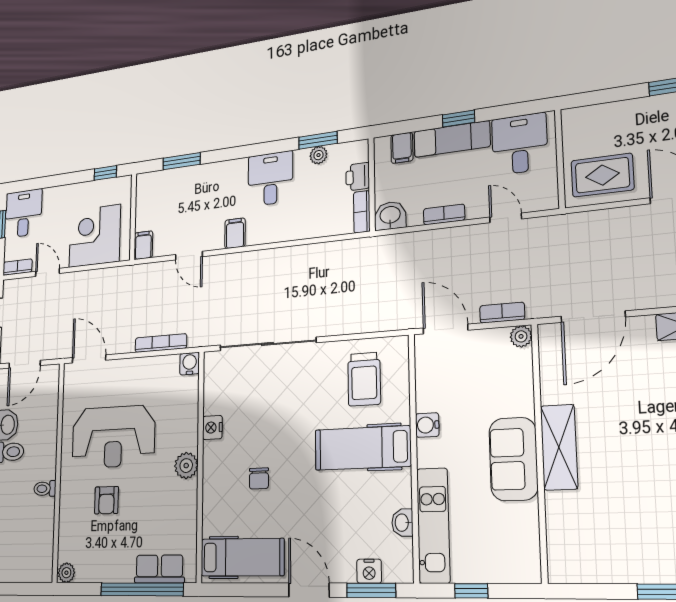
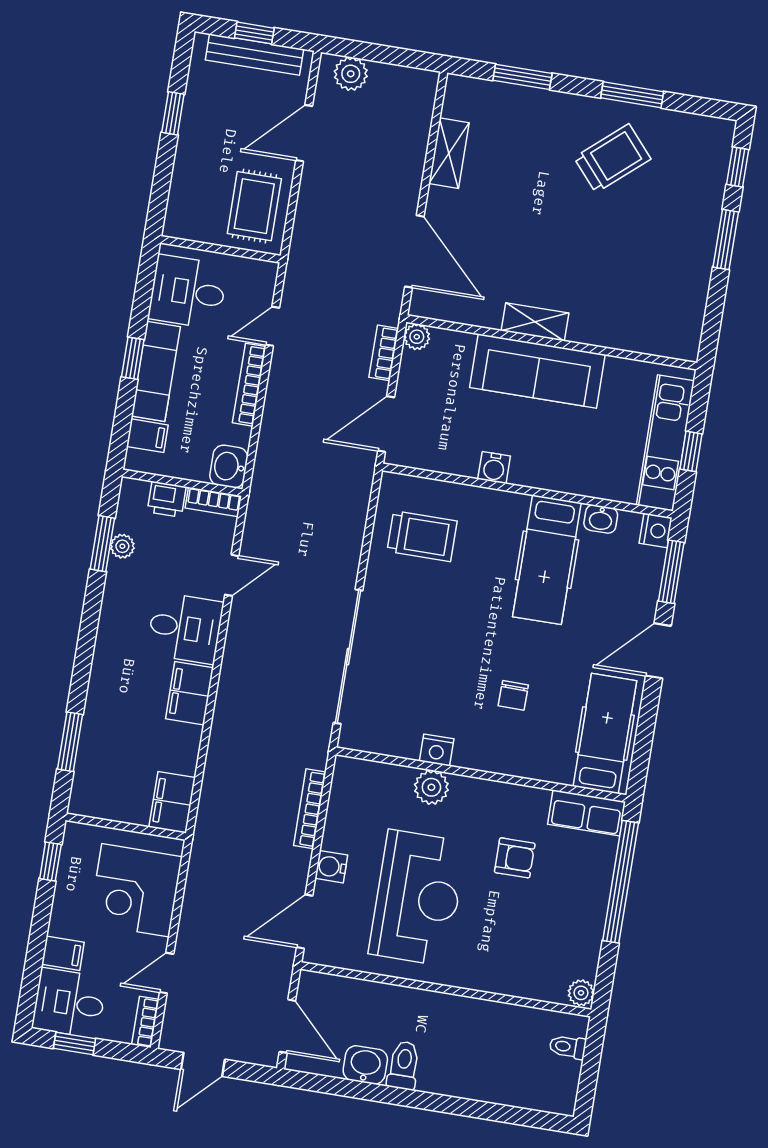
desk: (270, 179) -> (185, 628), moved, turned 180
filing cabinet: (52, 200) -> (63, 953), added
bookcase: (444, 214) -> (249, 385), width x1.56
filing cabinet: (235, 233) -> (189, 693), width x2.00
filing cabinet: (143, 245) -> (172, 802), width x2.00
door: (189, 256) -> (232, 575), moved
water cooler: (190, 364) -> (331, 867), moved
shelving: (559, 447) -> (535, 322), width x0.67, depth x0.75
hospital bed: (363, 448) -> (547, 560), moved
sofa: (513, 459) -> (537, 371), width x1.36
plant: (186, 466) -> (431, 787), moved
chair: (259, 478) -> (513, 695), turned 91
toilet: (45, 489) -> (568, 1047), moved, turned 90
armchair: (107, 500) -> (515, 858), moved
kitchen unit: (433, 525) -> (665, 443), moved, turned -90
row of seats: (159, 569) -> (587, 813), moved, turned -90
nightstand: (369, 571) -> (656, 531), moved

